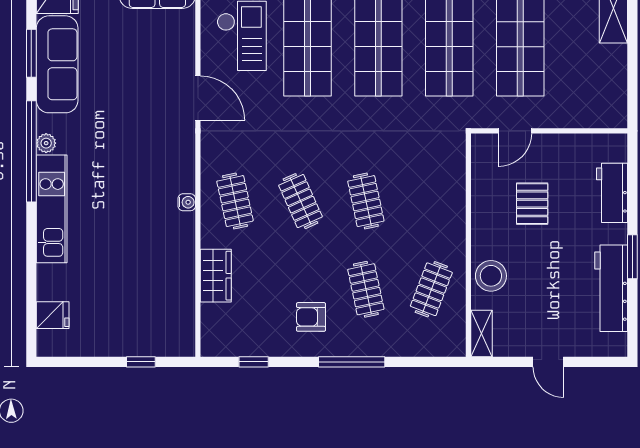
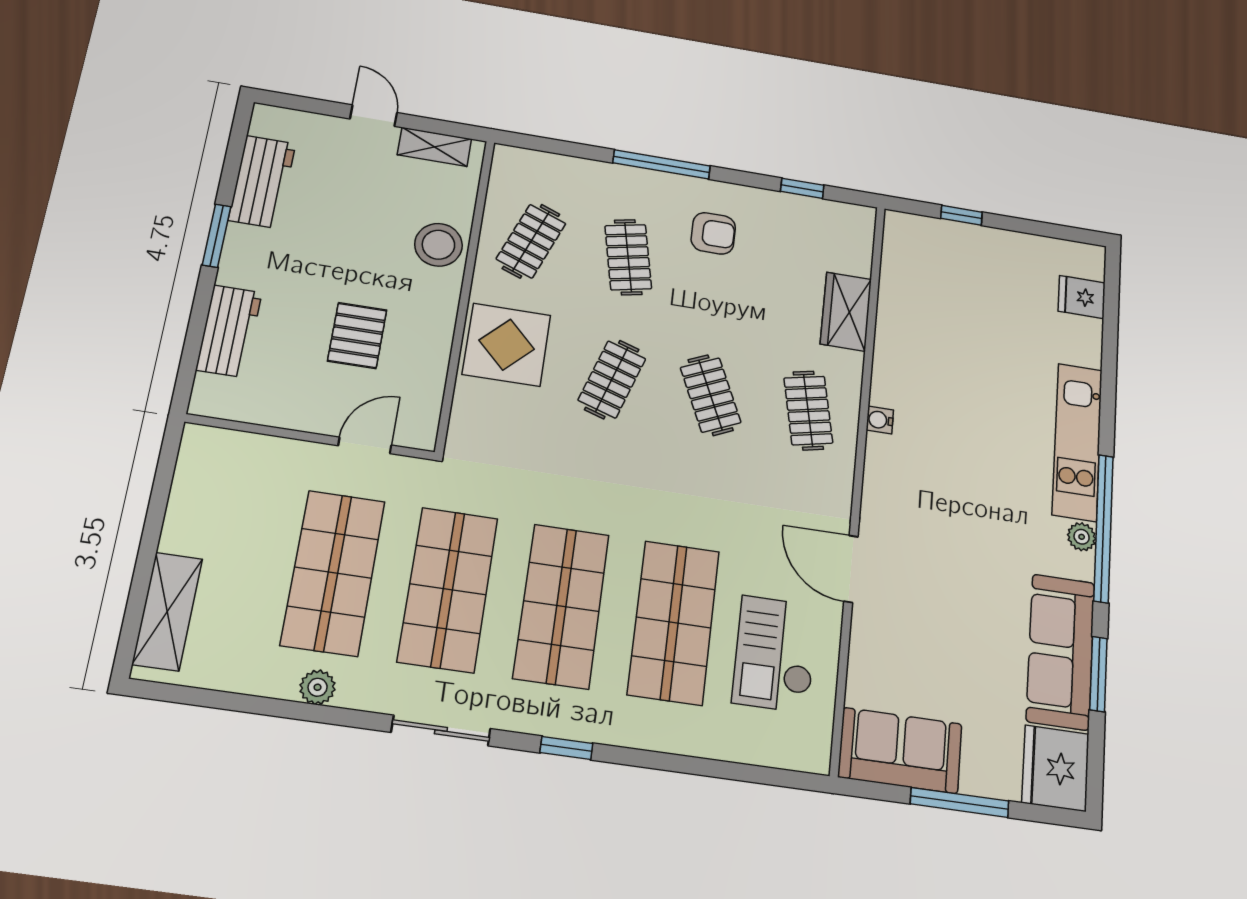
clothes rail: (366, 201) -> (612, 379), turned 30
display table: (437, 214) -> (507, 345), added
workbench: (611, 288) -> (262, 182), width x0.73
shelving: (481, 333) -> (434, 147), moved, turned 90

